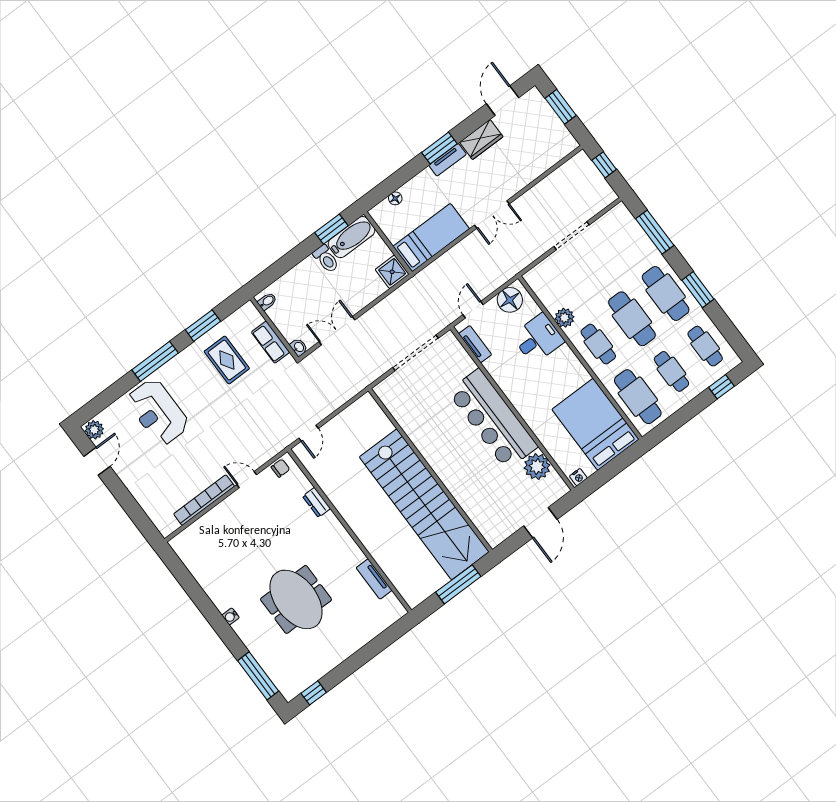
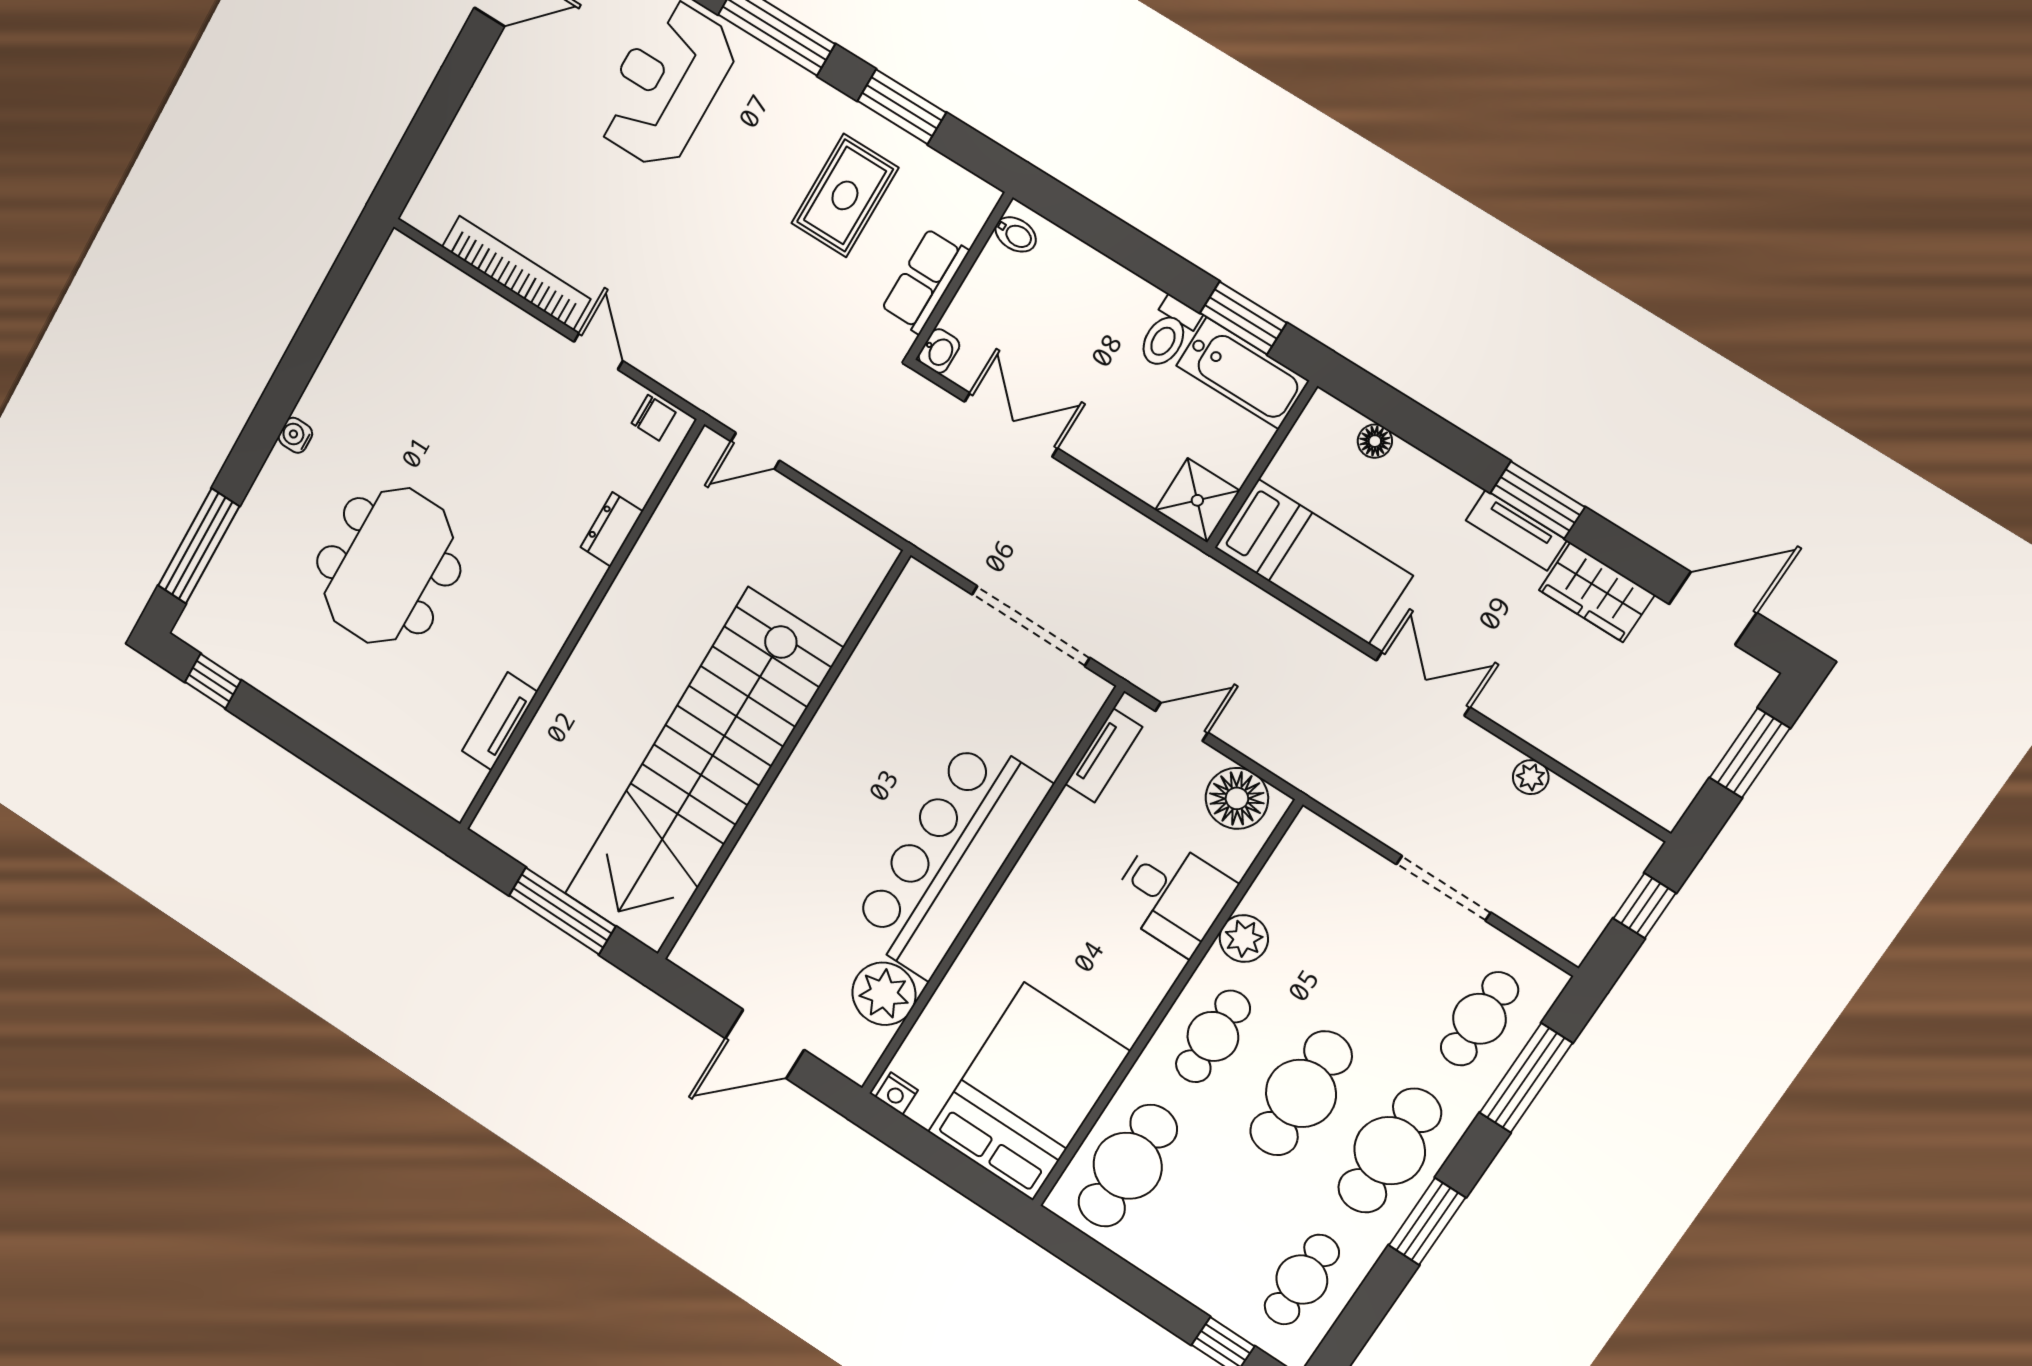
plant: (541, 188) -> (1531, 777), added
double door: (492, 214) -> (1423, 684), swing flipped
cafe table: (671, 371) -> (1479, 1019), moved

